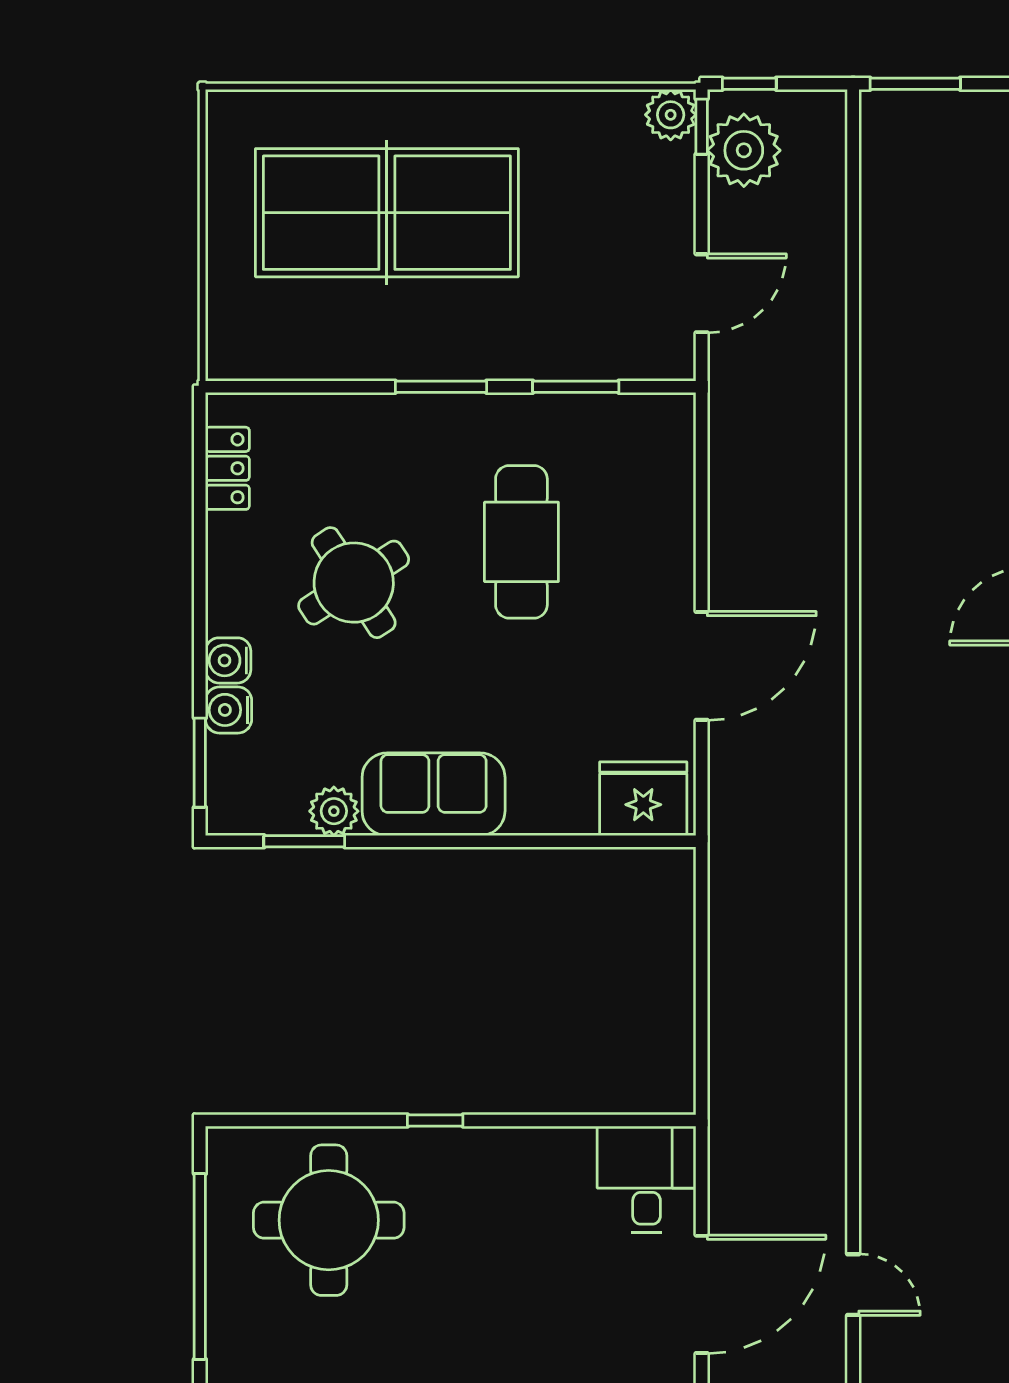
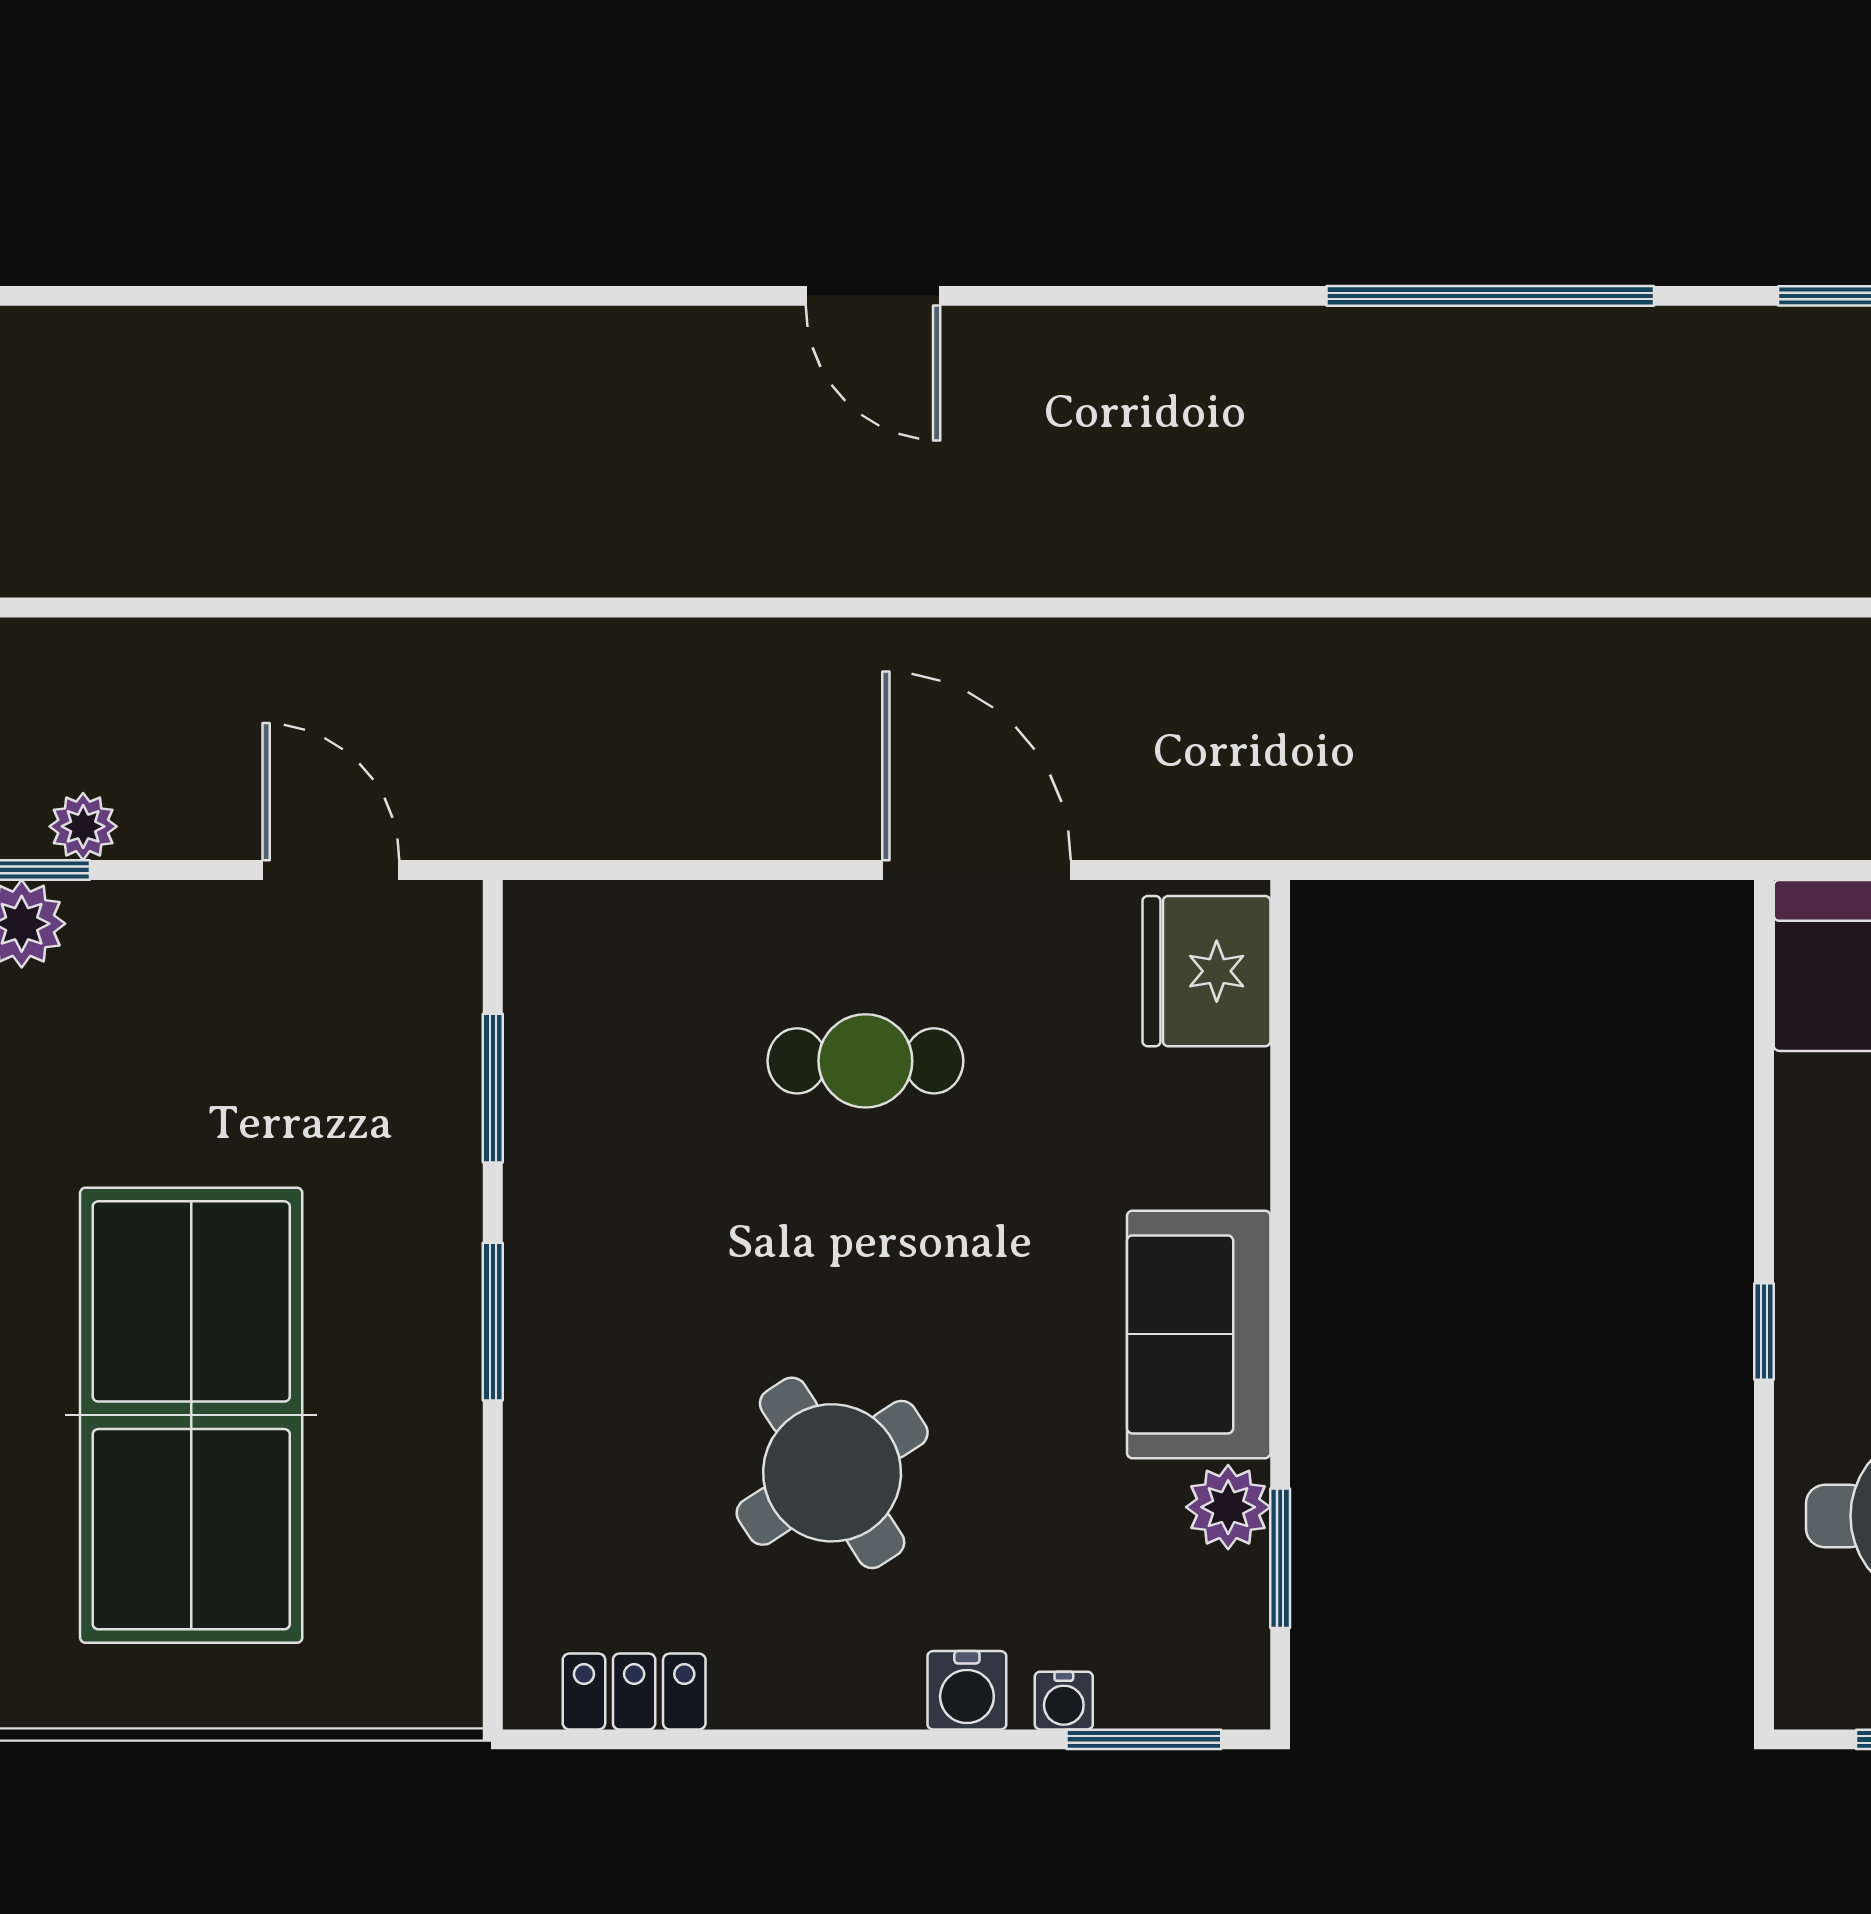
plant: (744, 150) -> (83, 826), width x0.53, depth x0.53
cafe table: (521, 542) -> (865, 1061), moved, width x0.73, depth x0.74
water cooler: (229, 710) -> (1064, 1701), width x0.72, depth x0.72

